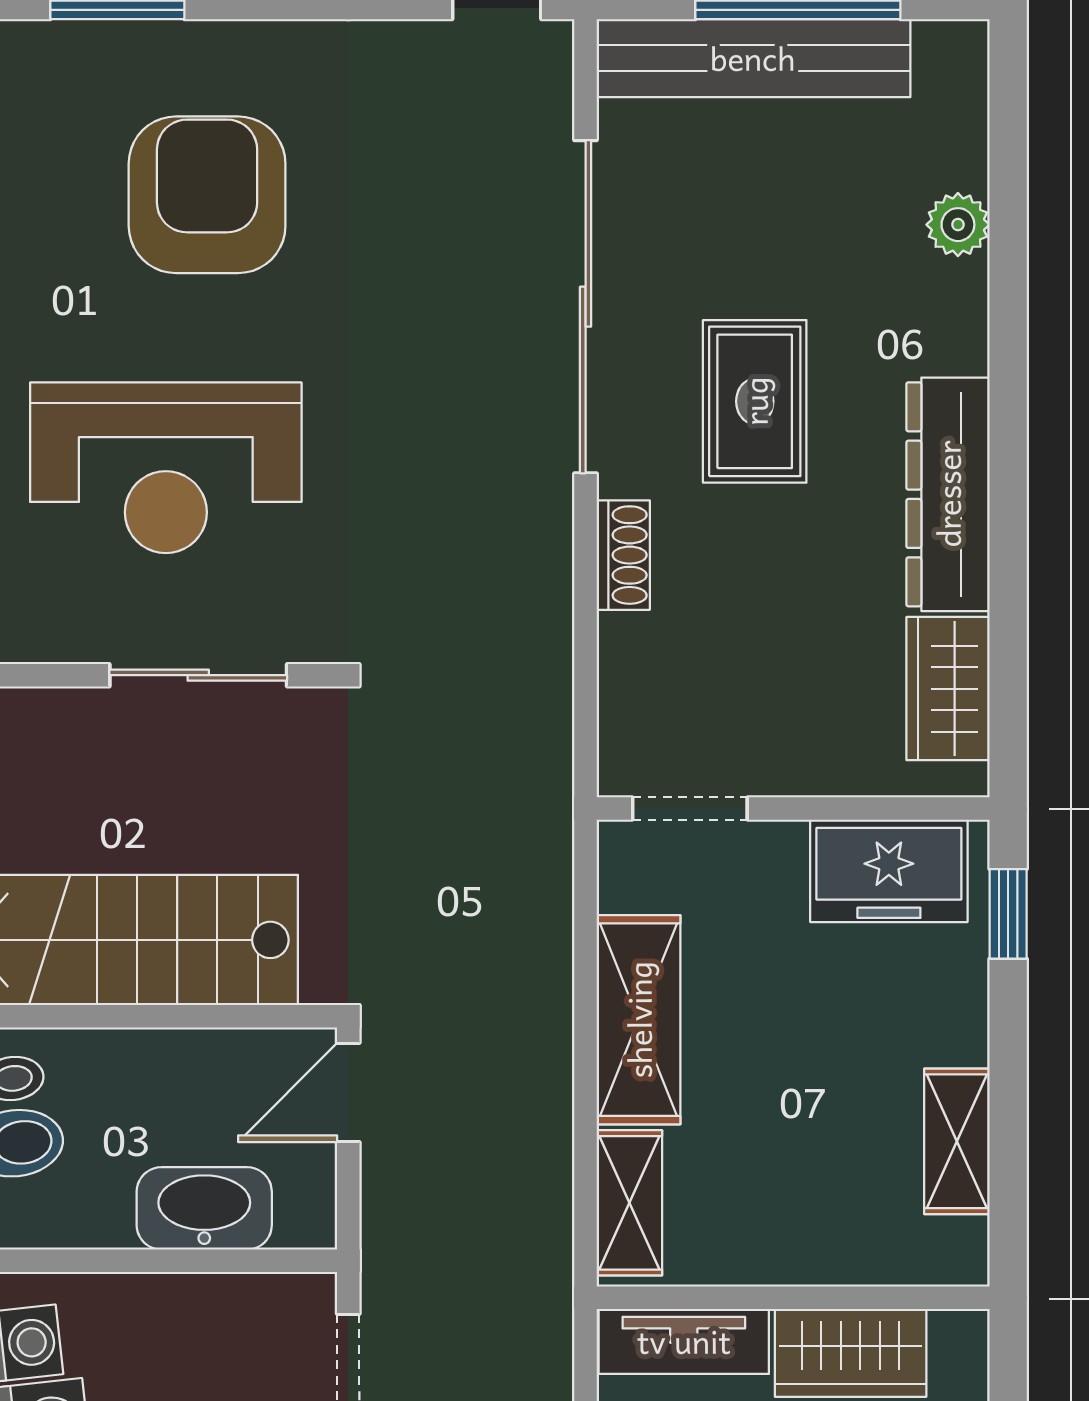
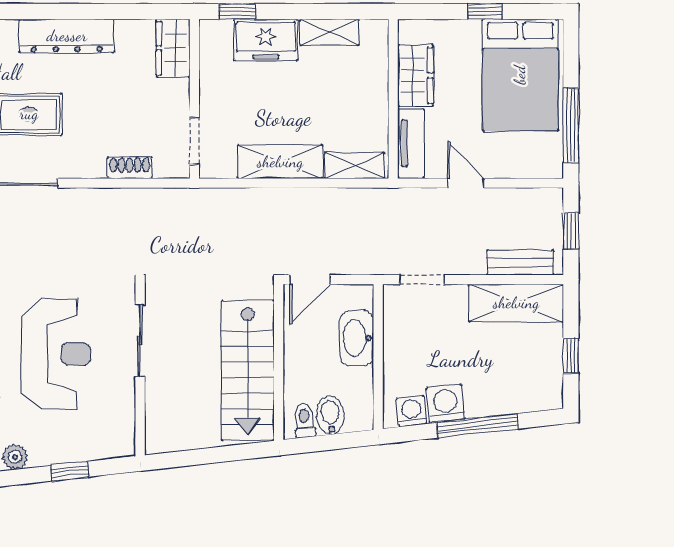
shoe rack: (623, 555) -> (130, 168), moved
wardrobe: (948, 689) -> (173, 48), moved, turned 90
freezer: (889, 871) -> (266, 40), moved, turned 90
door: (348, 1093) -> (310, 280), hinge flipped

